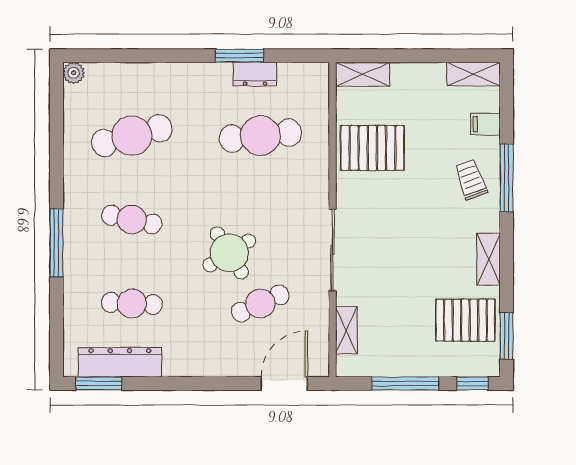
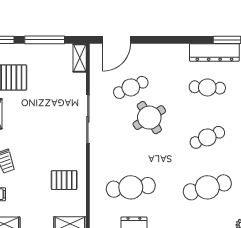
pallet: (372, 148) -> (64, 180), width x0.67, depth x0.71
cafe table: (132, 220) -> (207, 137), turned -36
shelving: (346, 330) -> (80, 58), moved

